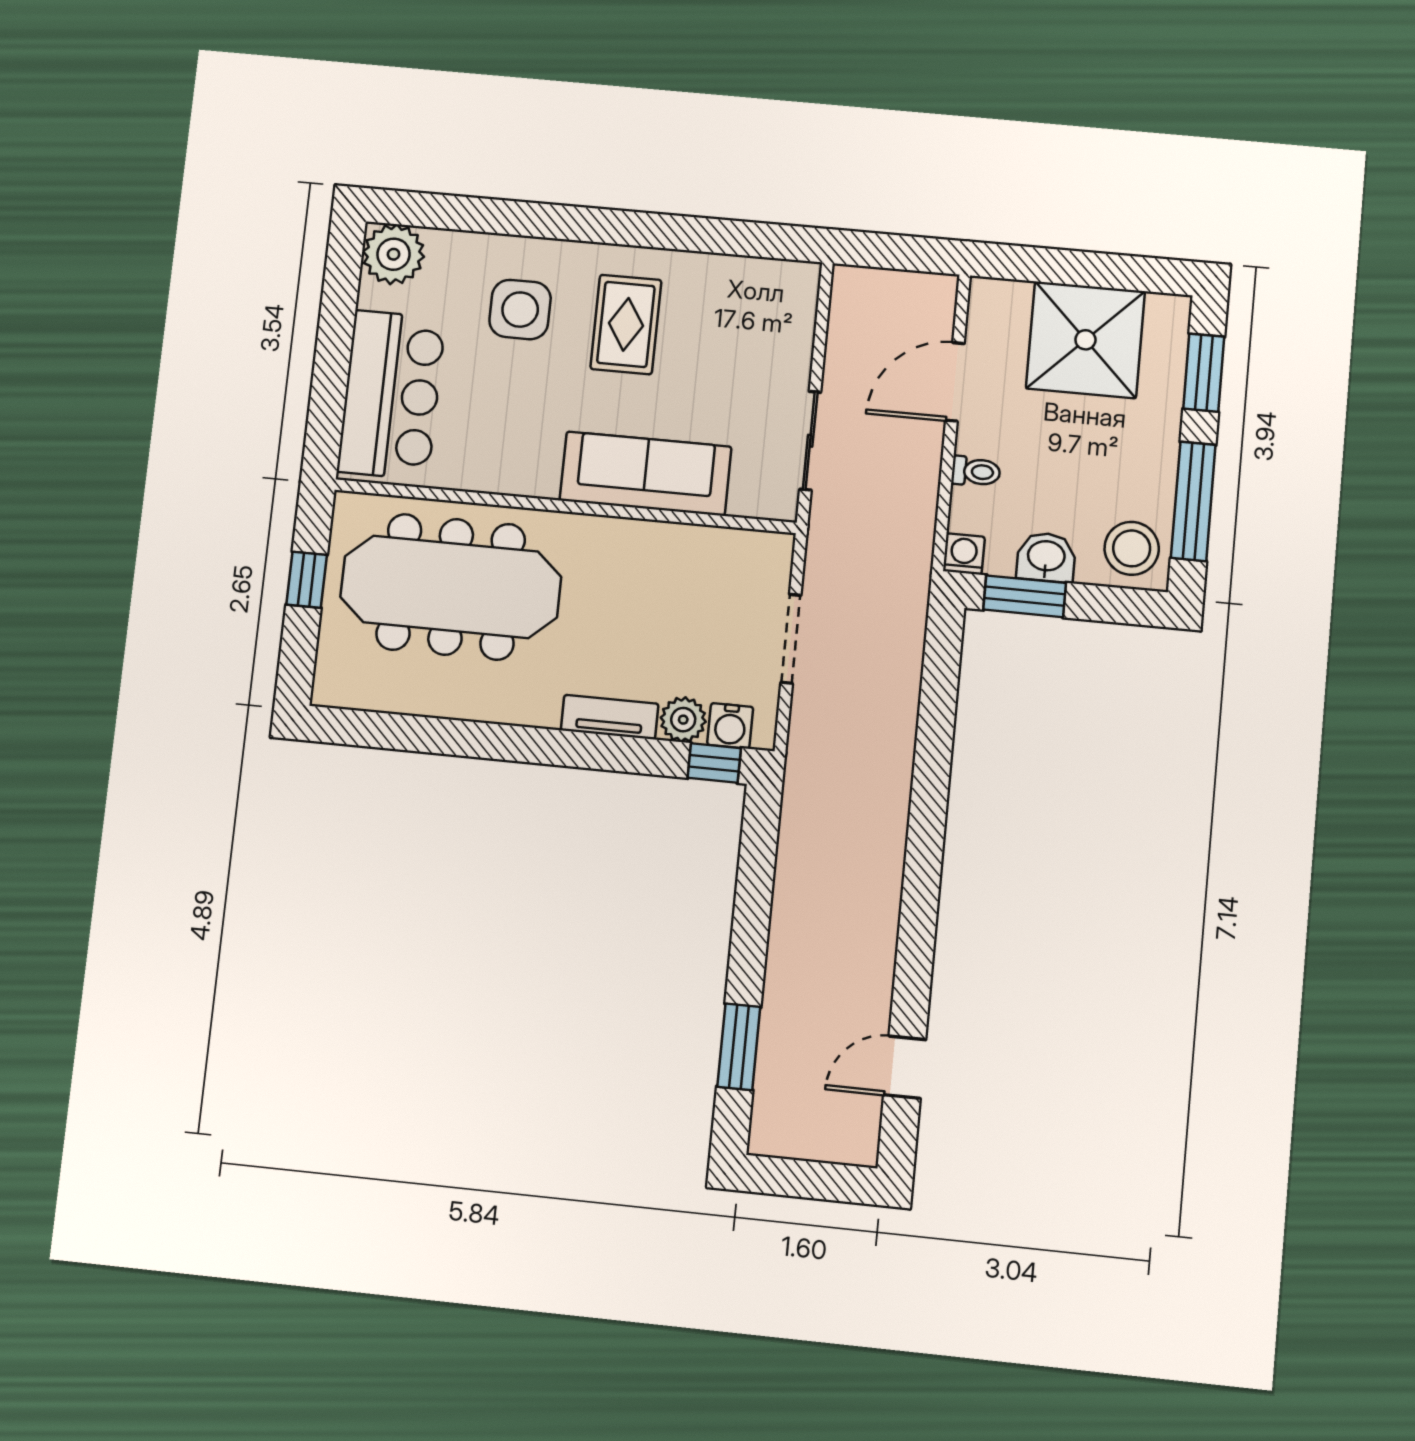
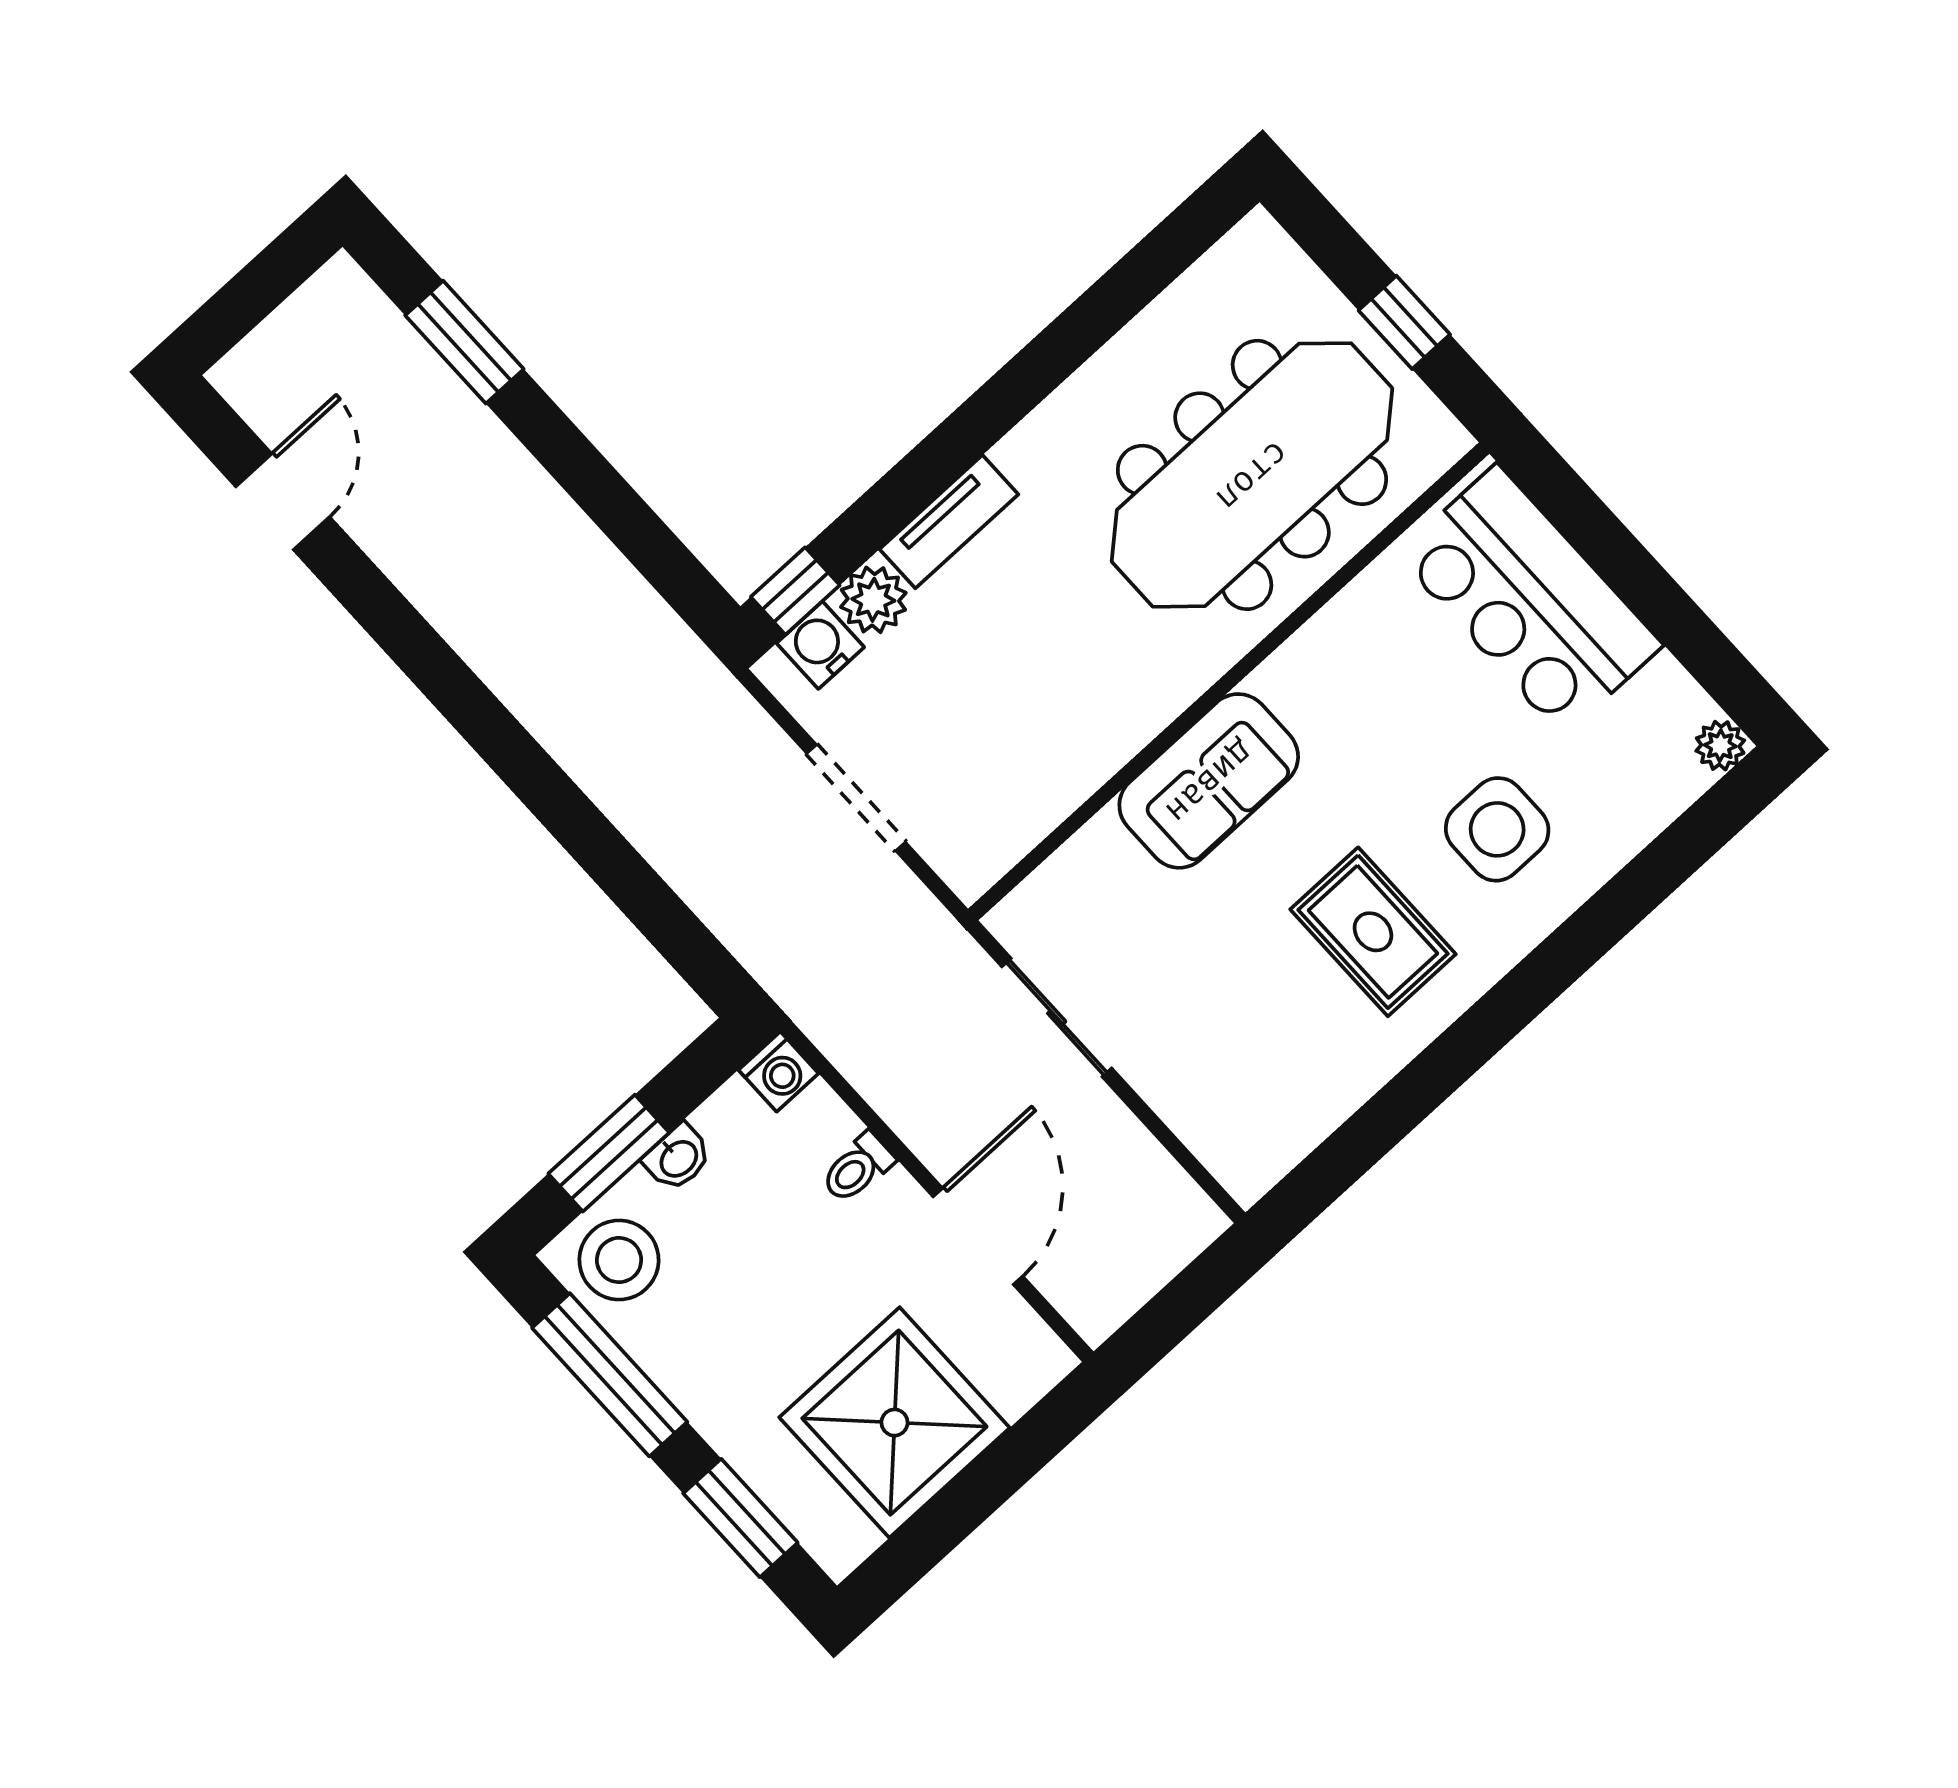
plant: (394, 254) -> (1720, 746), width x0.53, depth x0.53
sofa: (645, 474) -> (1209, 781), width x0.73
washbasin: (1046, 557) -> (678, 1158), width x0.72, depth x0.69
window: (1025, 596) -> (609, 1153), moved

